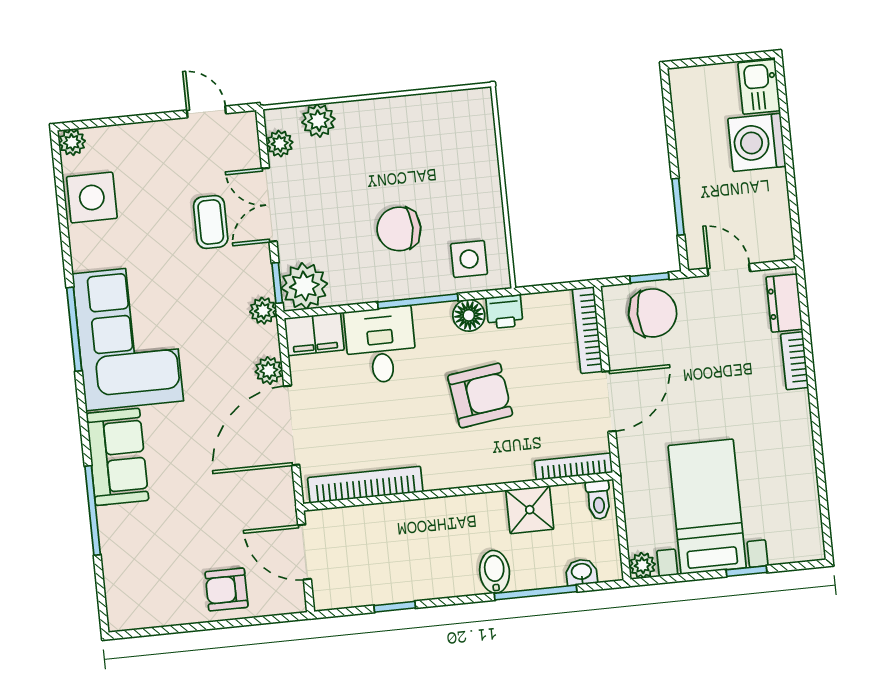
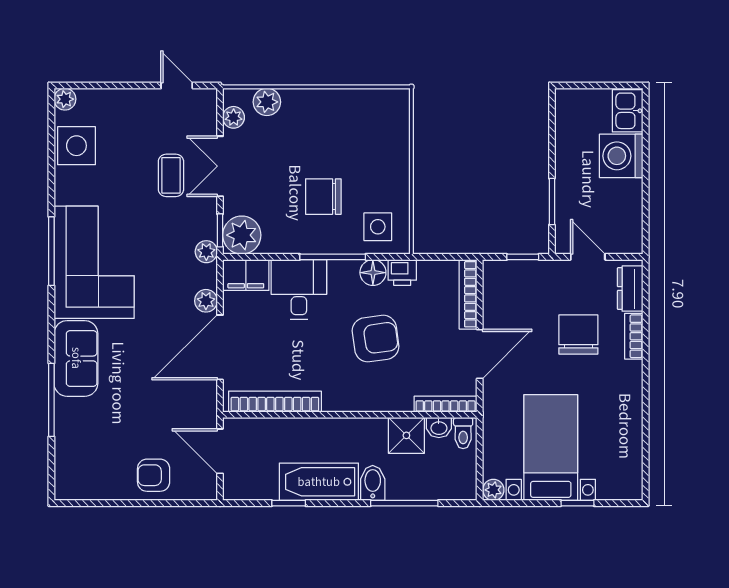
chair: (653, 313) -> (578, 335), moved, turned -90
washbasin: (581, 572) -> (439, 428), moved, turned 180
bathtub: (429, 577) -> (319, 482), added

